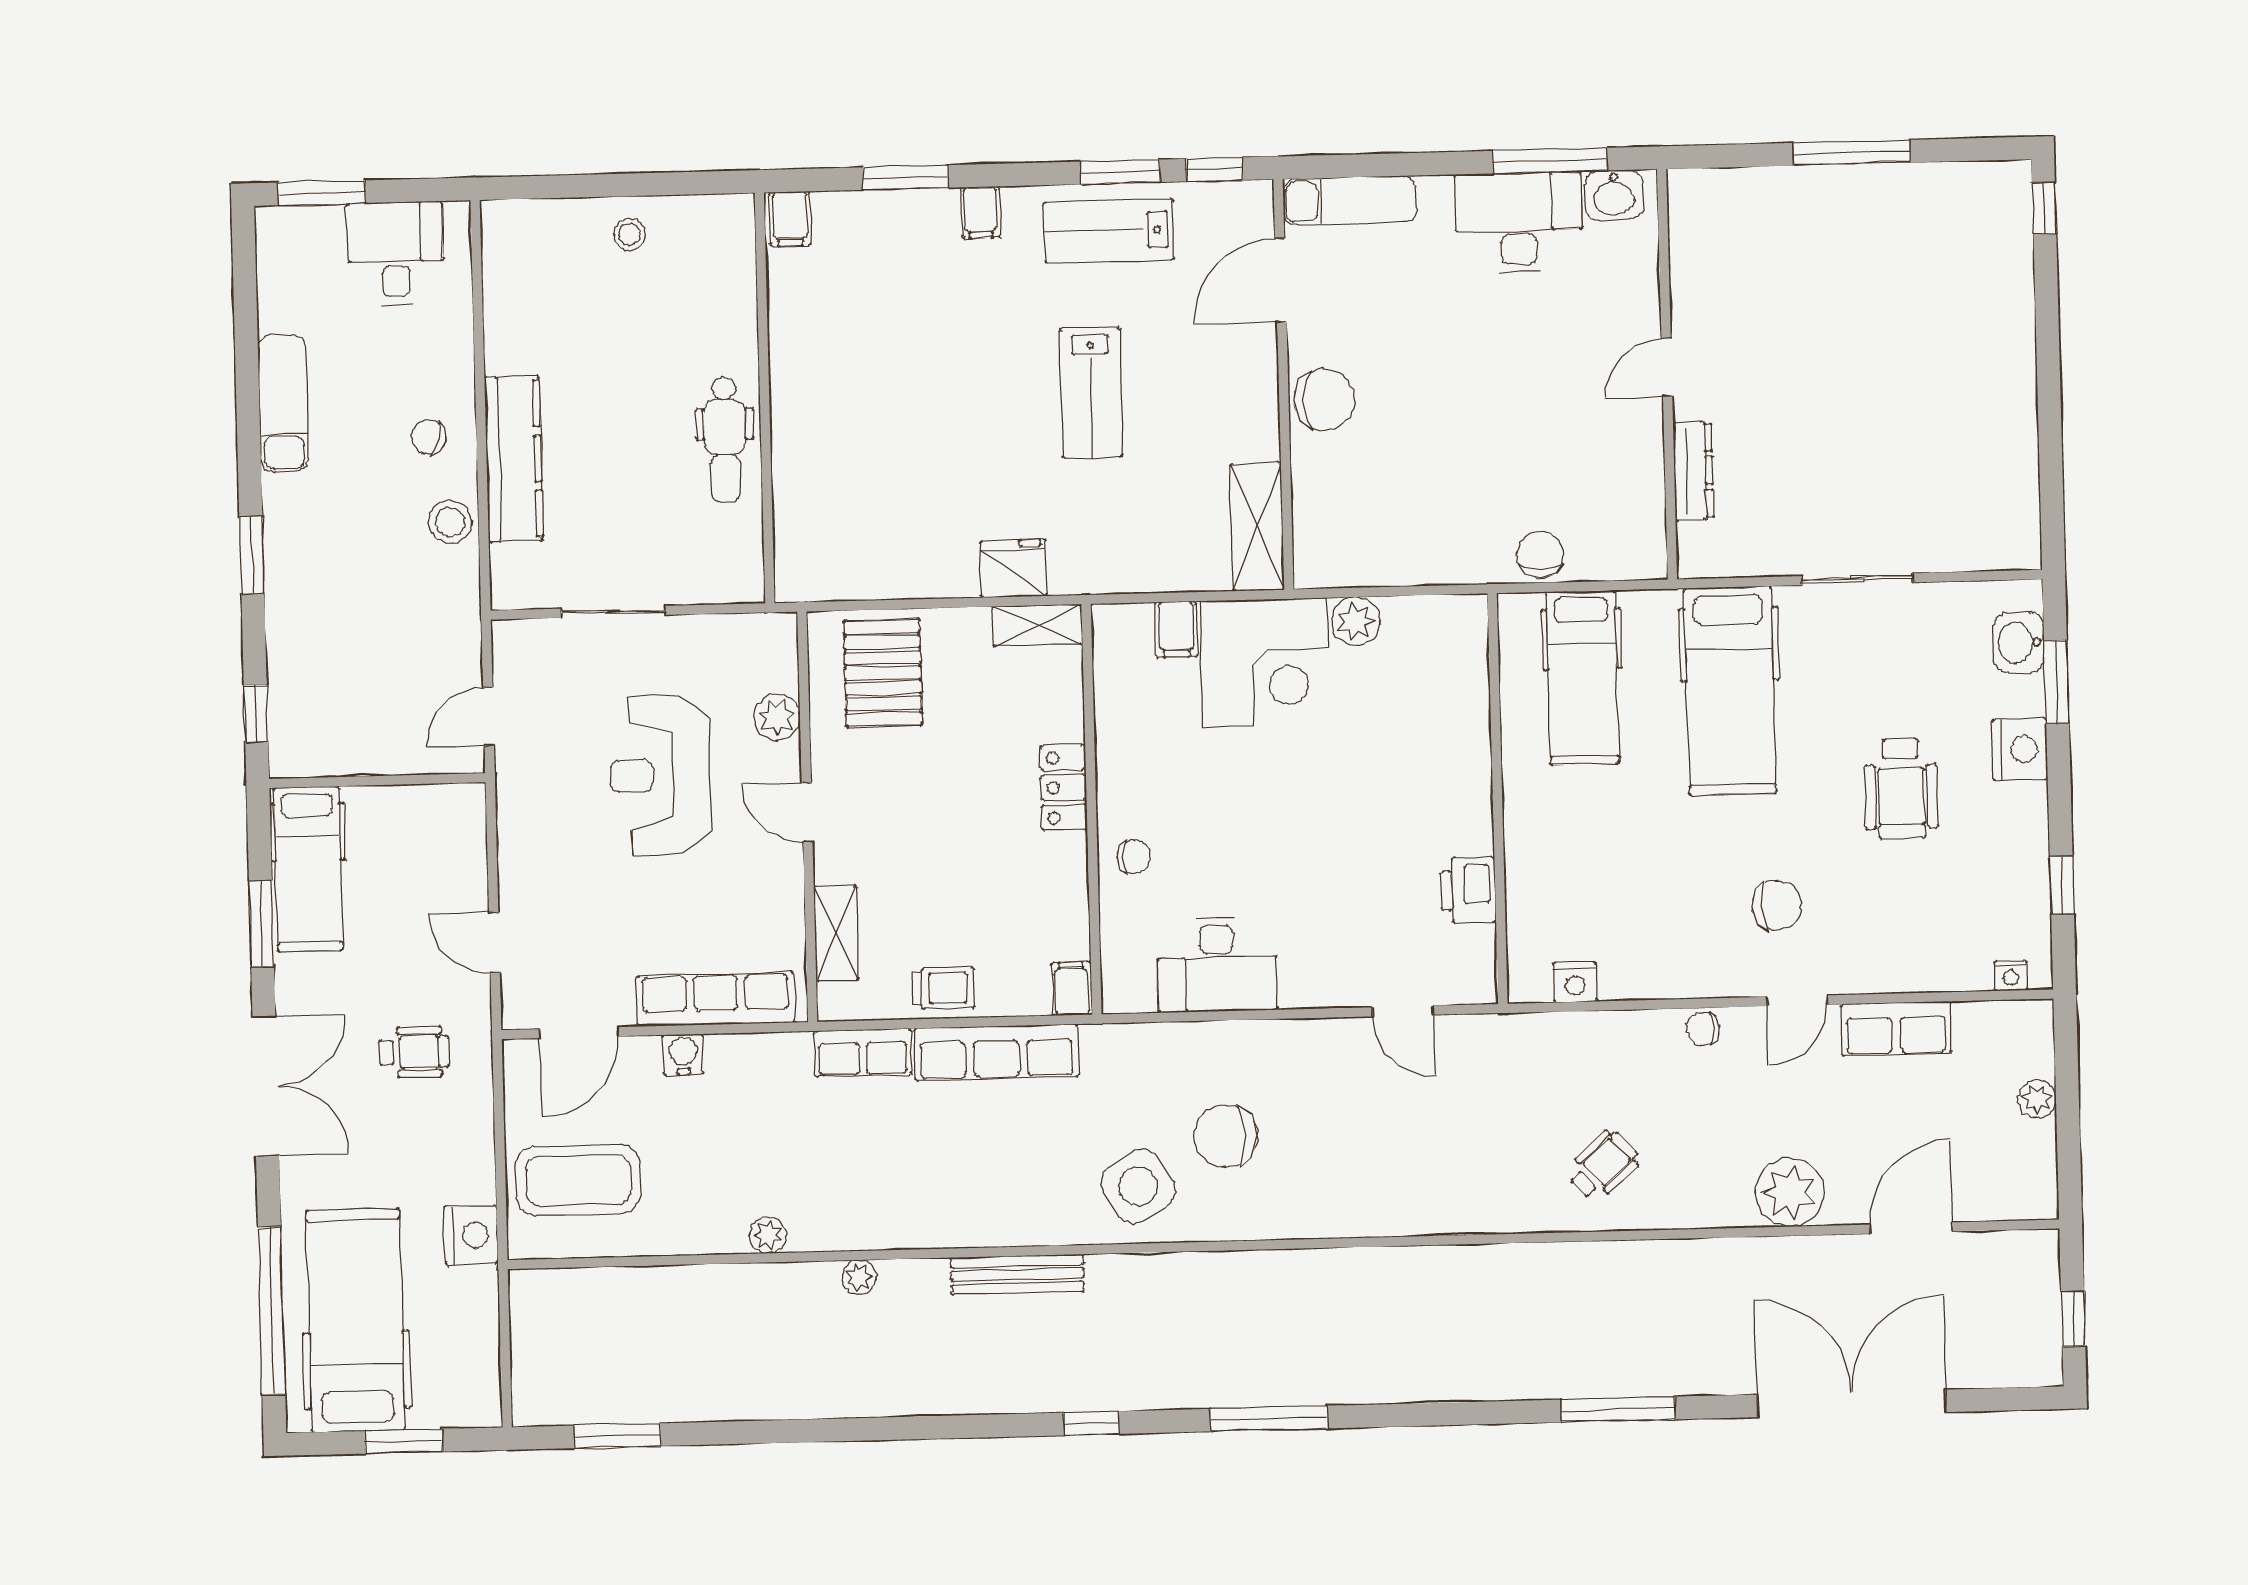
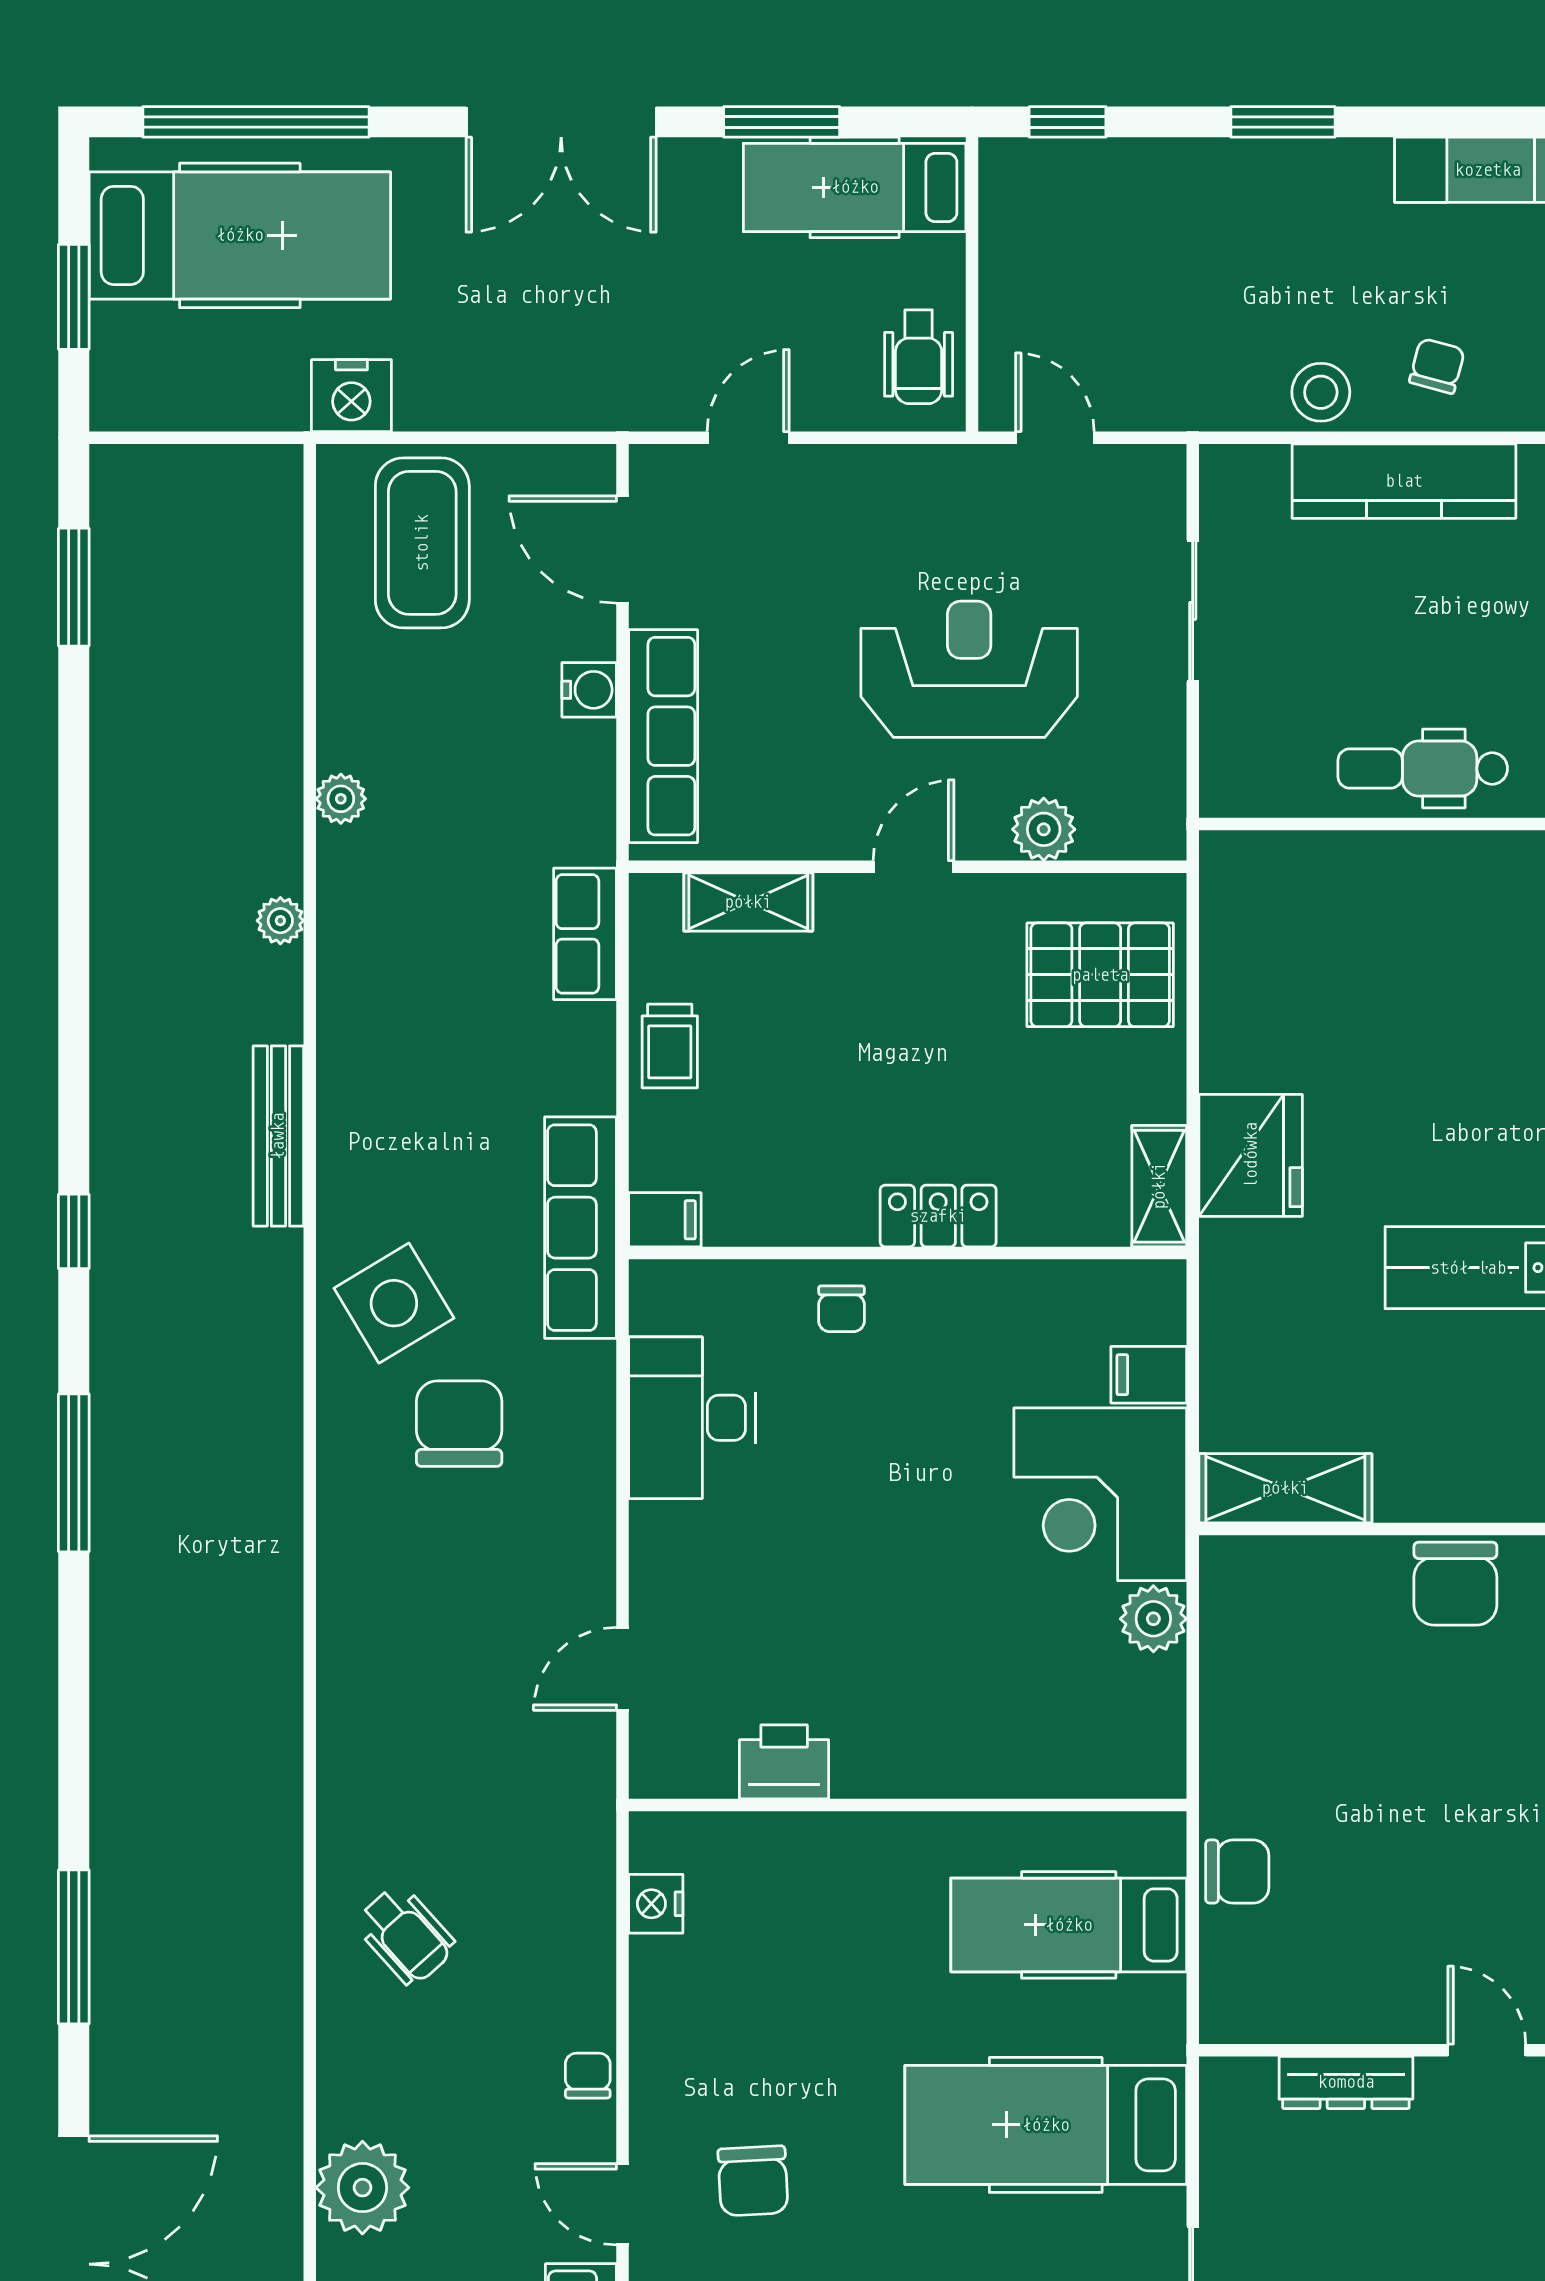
fridge: (1013, 568) -> (1251, 1155), width x1.36, depth x1.34
wheelchair: (414, 1052) -> (919, 357), moved
row of seats: (996, 1053) -> (581, 1228), moved

